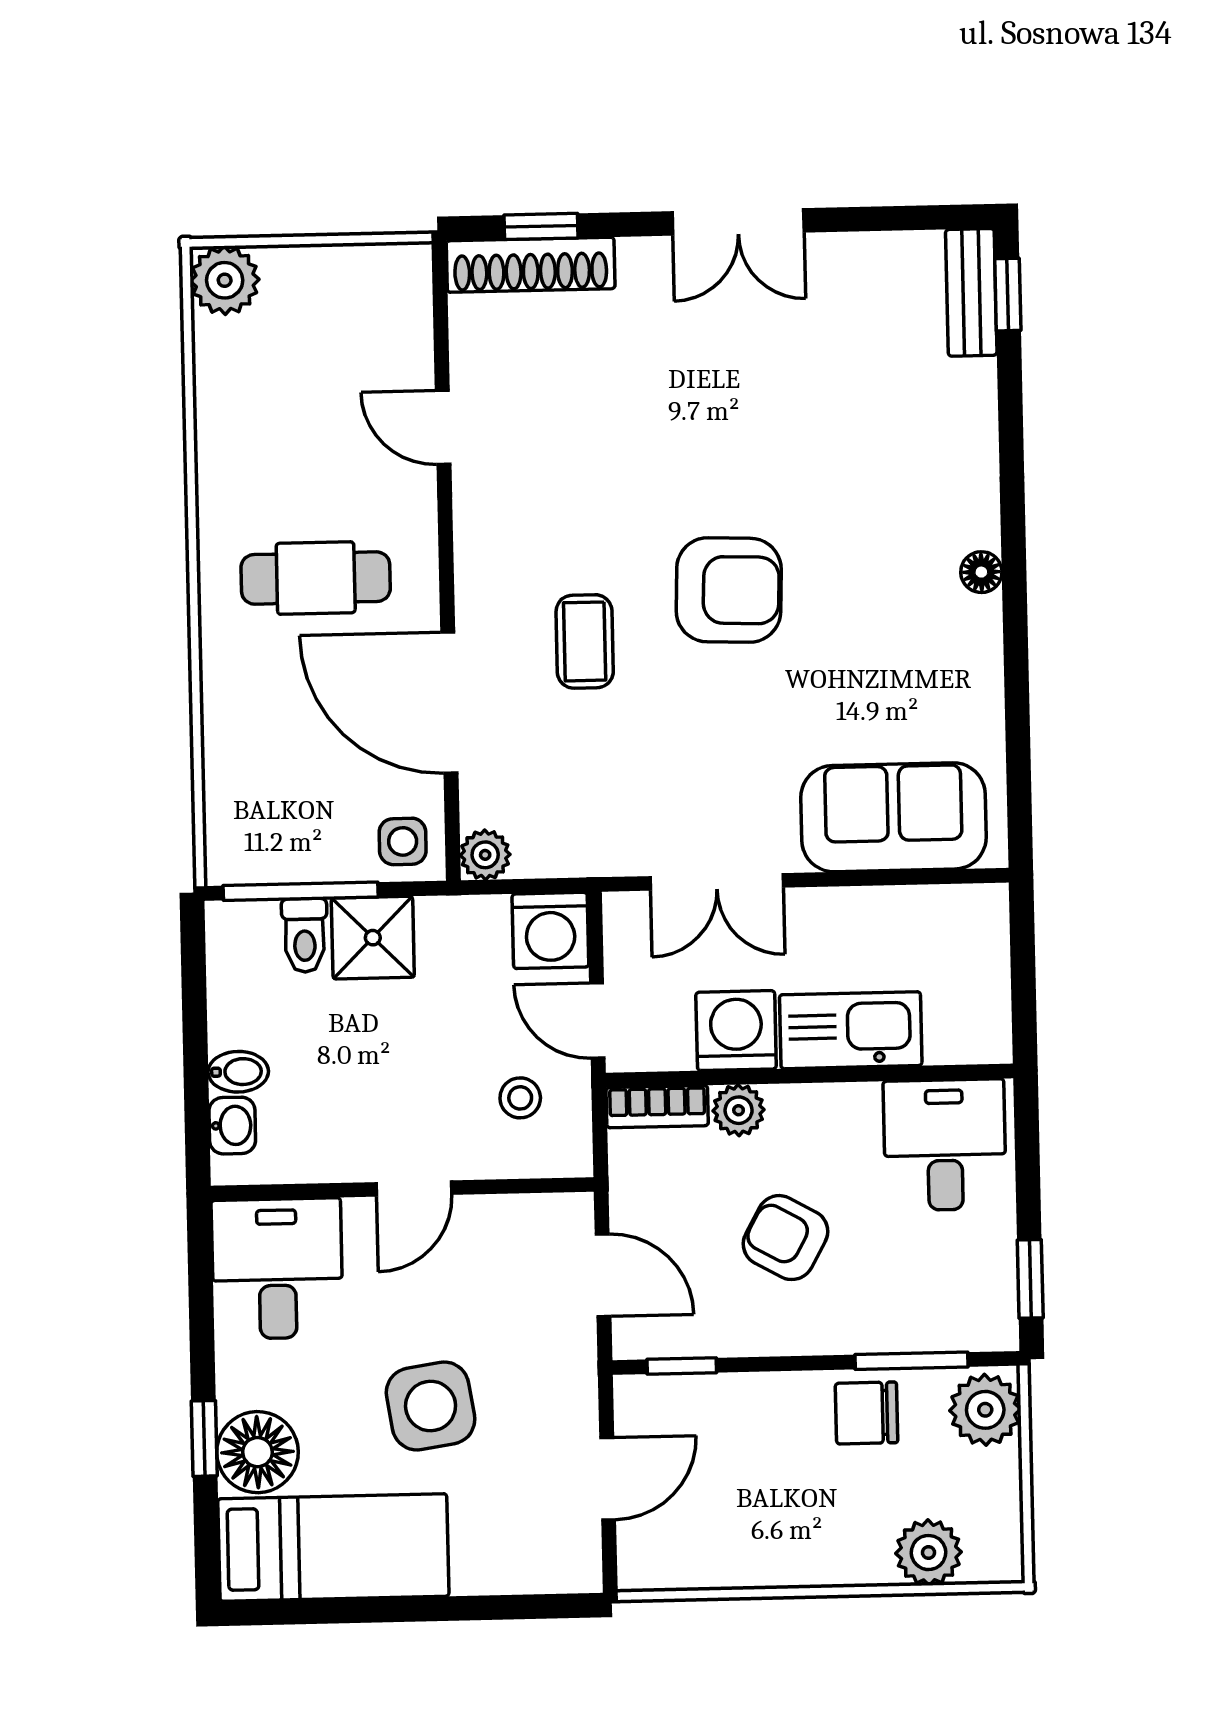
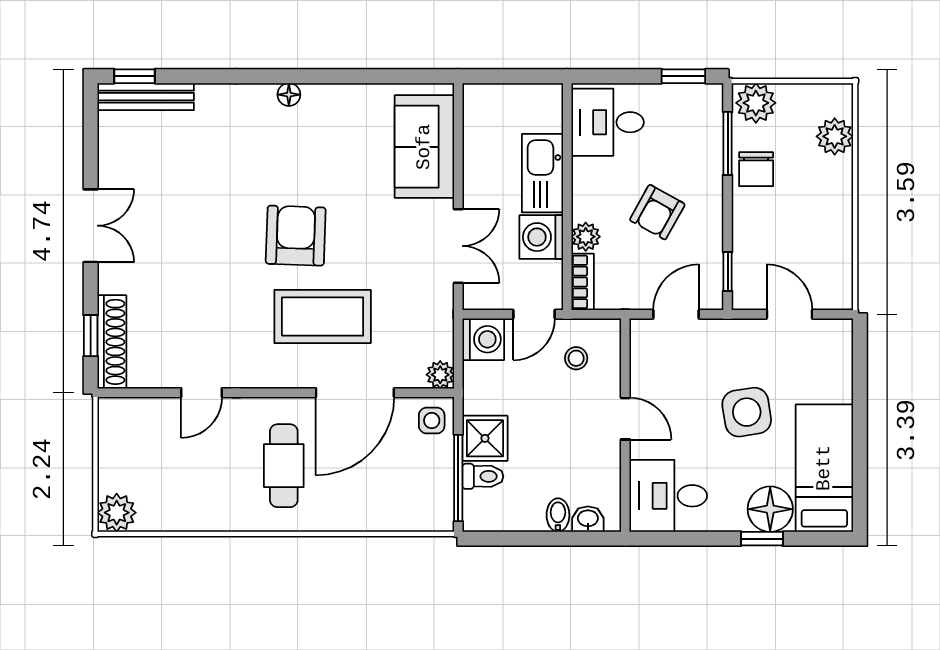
bench: (971, 292) -> (146, 97), width x1.36
coffee table: (585, 641) -> (323, 317), width x1.86, depth x1.72

